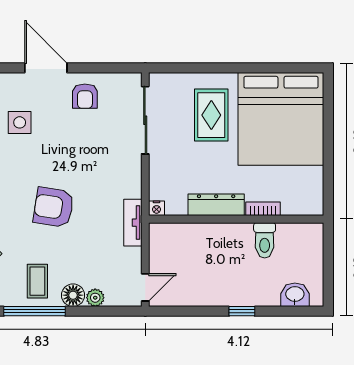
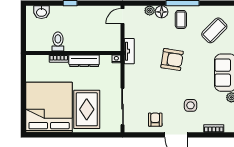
rug: (211, 115) -> (87, 109), width x1.36, depth x1.43

